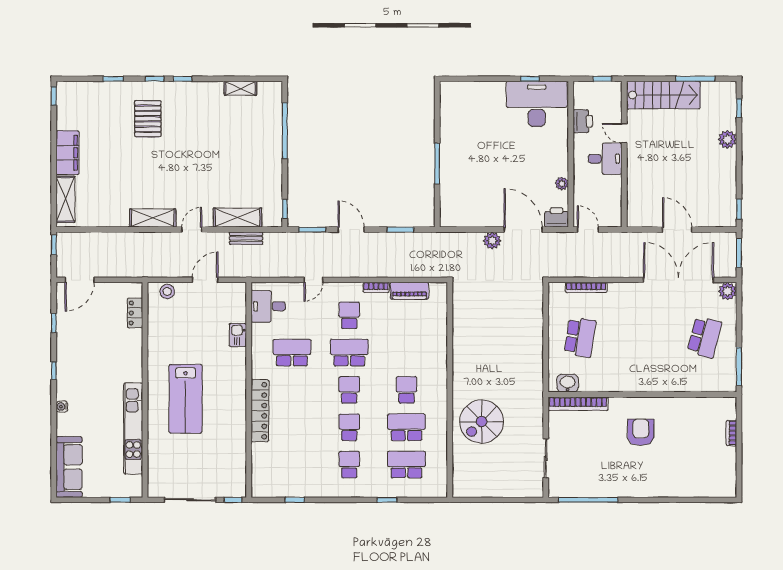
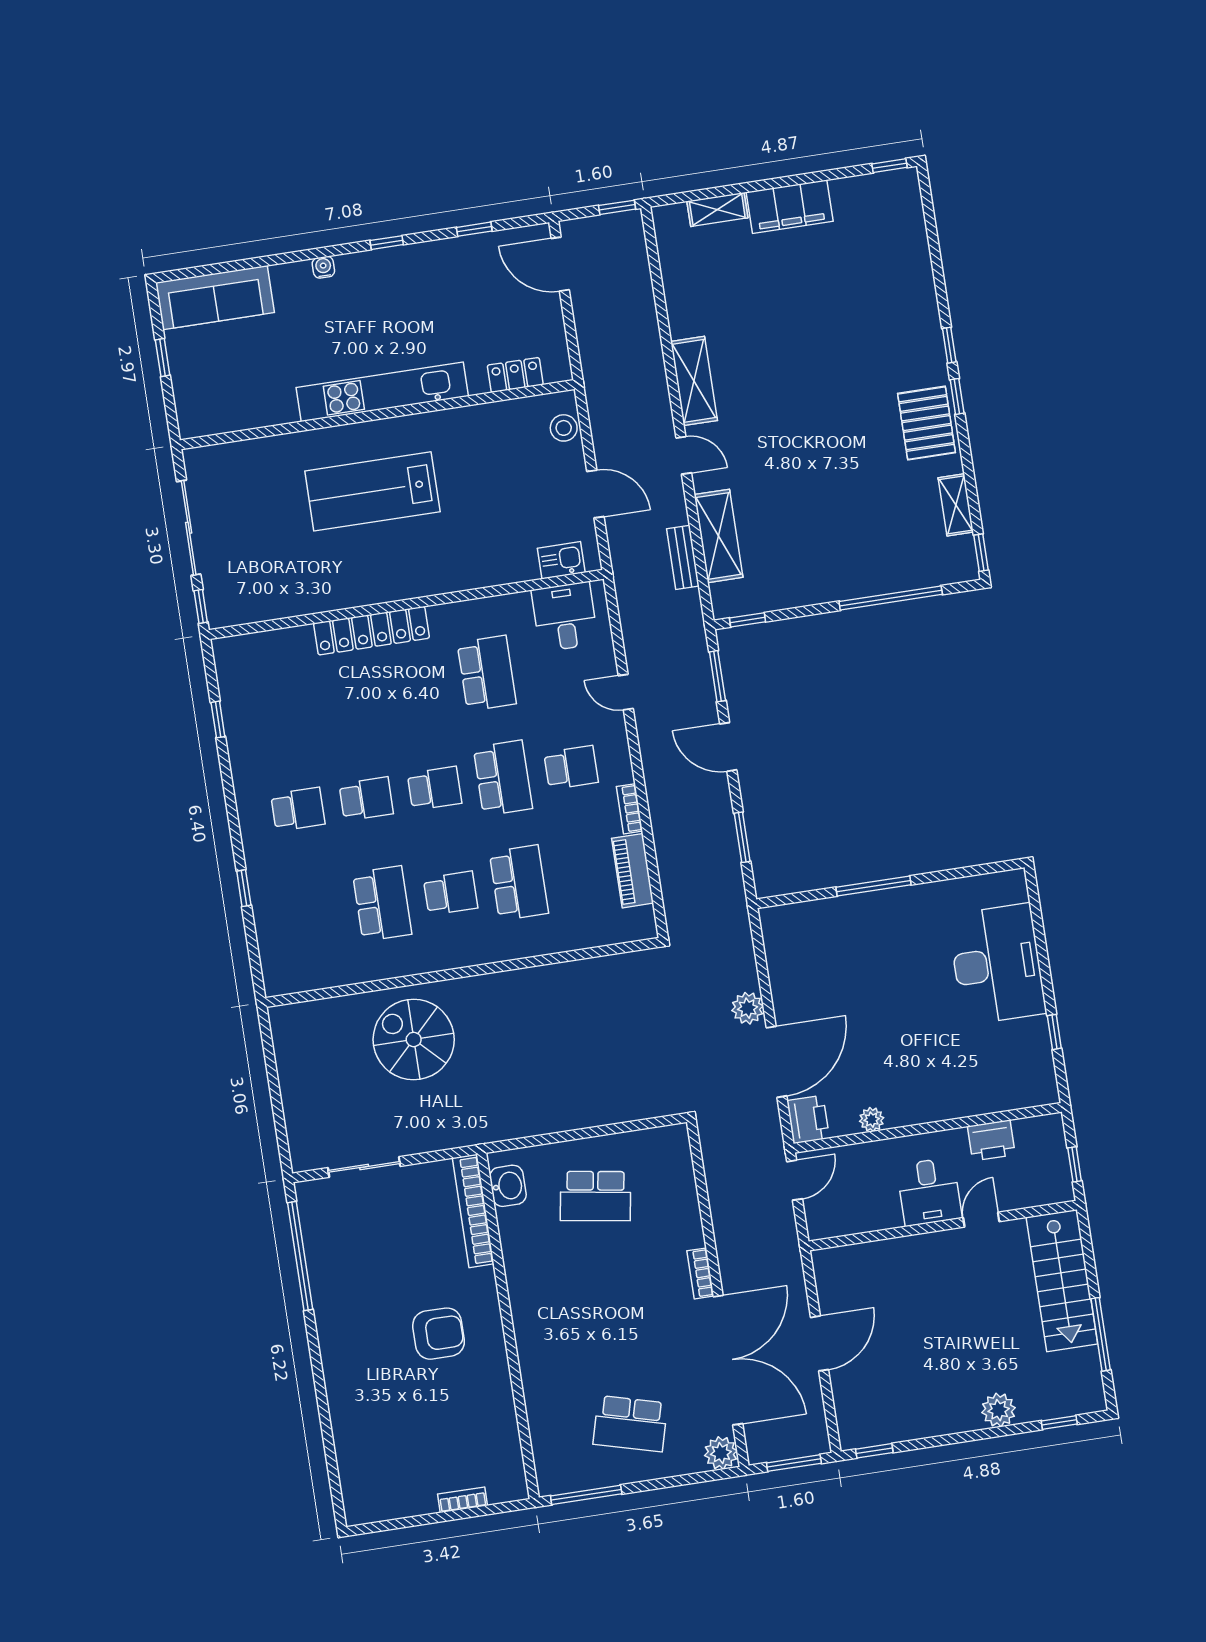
window: (113, 79) -> (981, 553), moved
desk: (537, 104) -> (997, 964), moved
pallet: (148, 119) -> (926, 423), moved, turned 90
shelving: (65, 199) -> (717, 209), width x0.67, depth x0.75
door: (351, 230) -> (728, 747), swing flipped
bookcase: (586, 288) -> (700, 1273), moved, width x0.64
kitchen sink: (238, 335) -> (561, 560), moved
kitchen unit: (133, 429) -> (382, 392), moved
school desk: (406, 465) -> (519, 883), moved
window: (120, 500) -> (163, 357), moved

